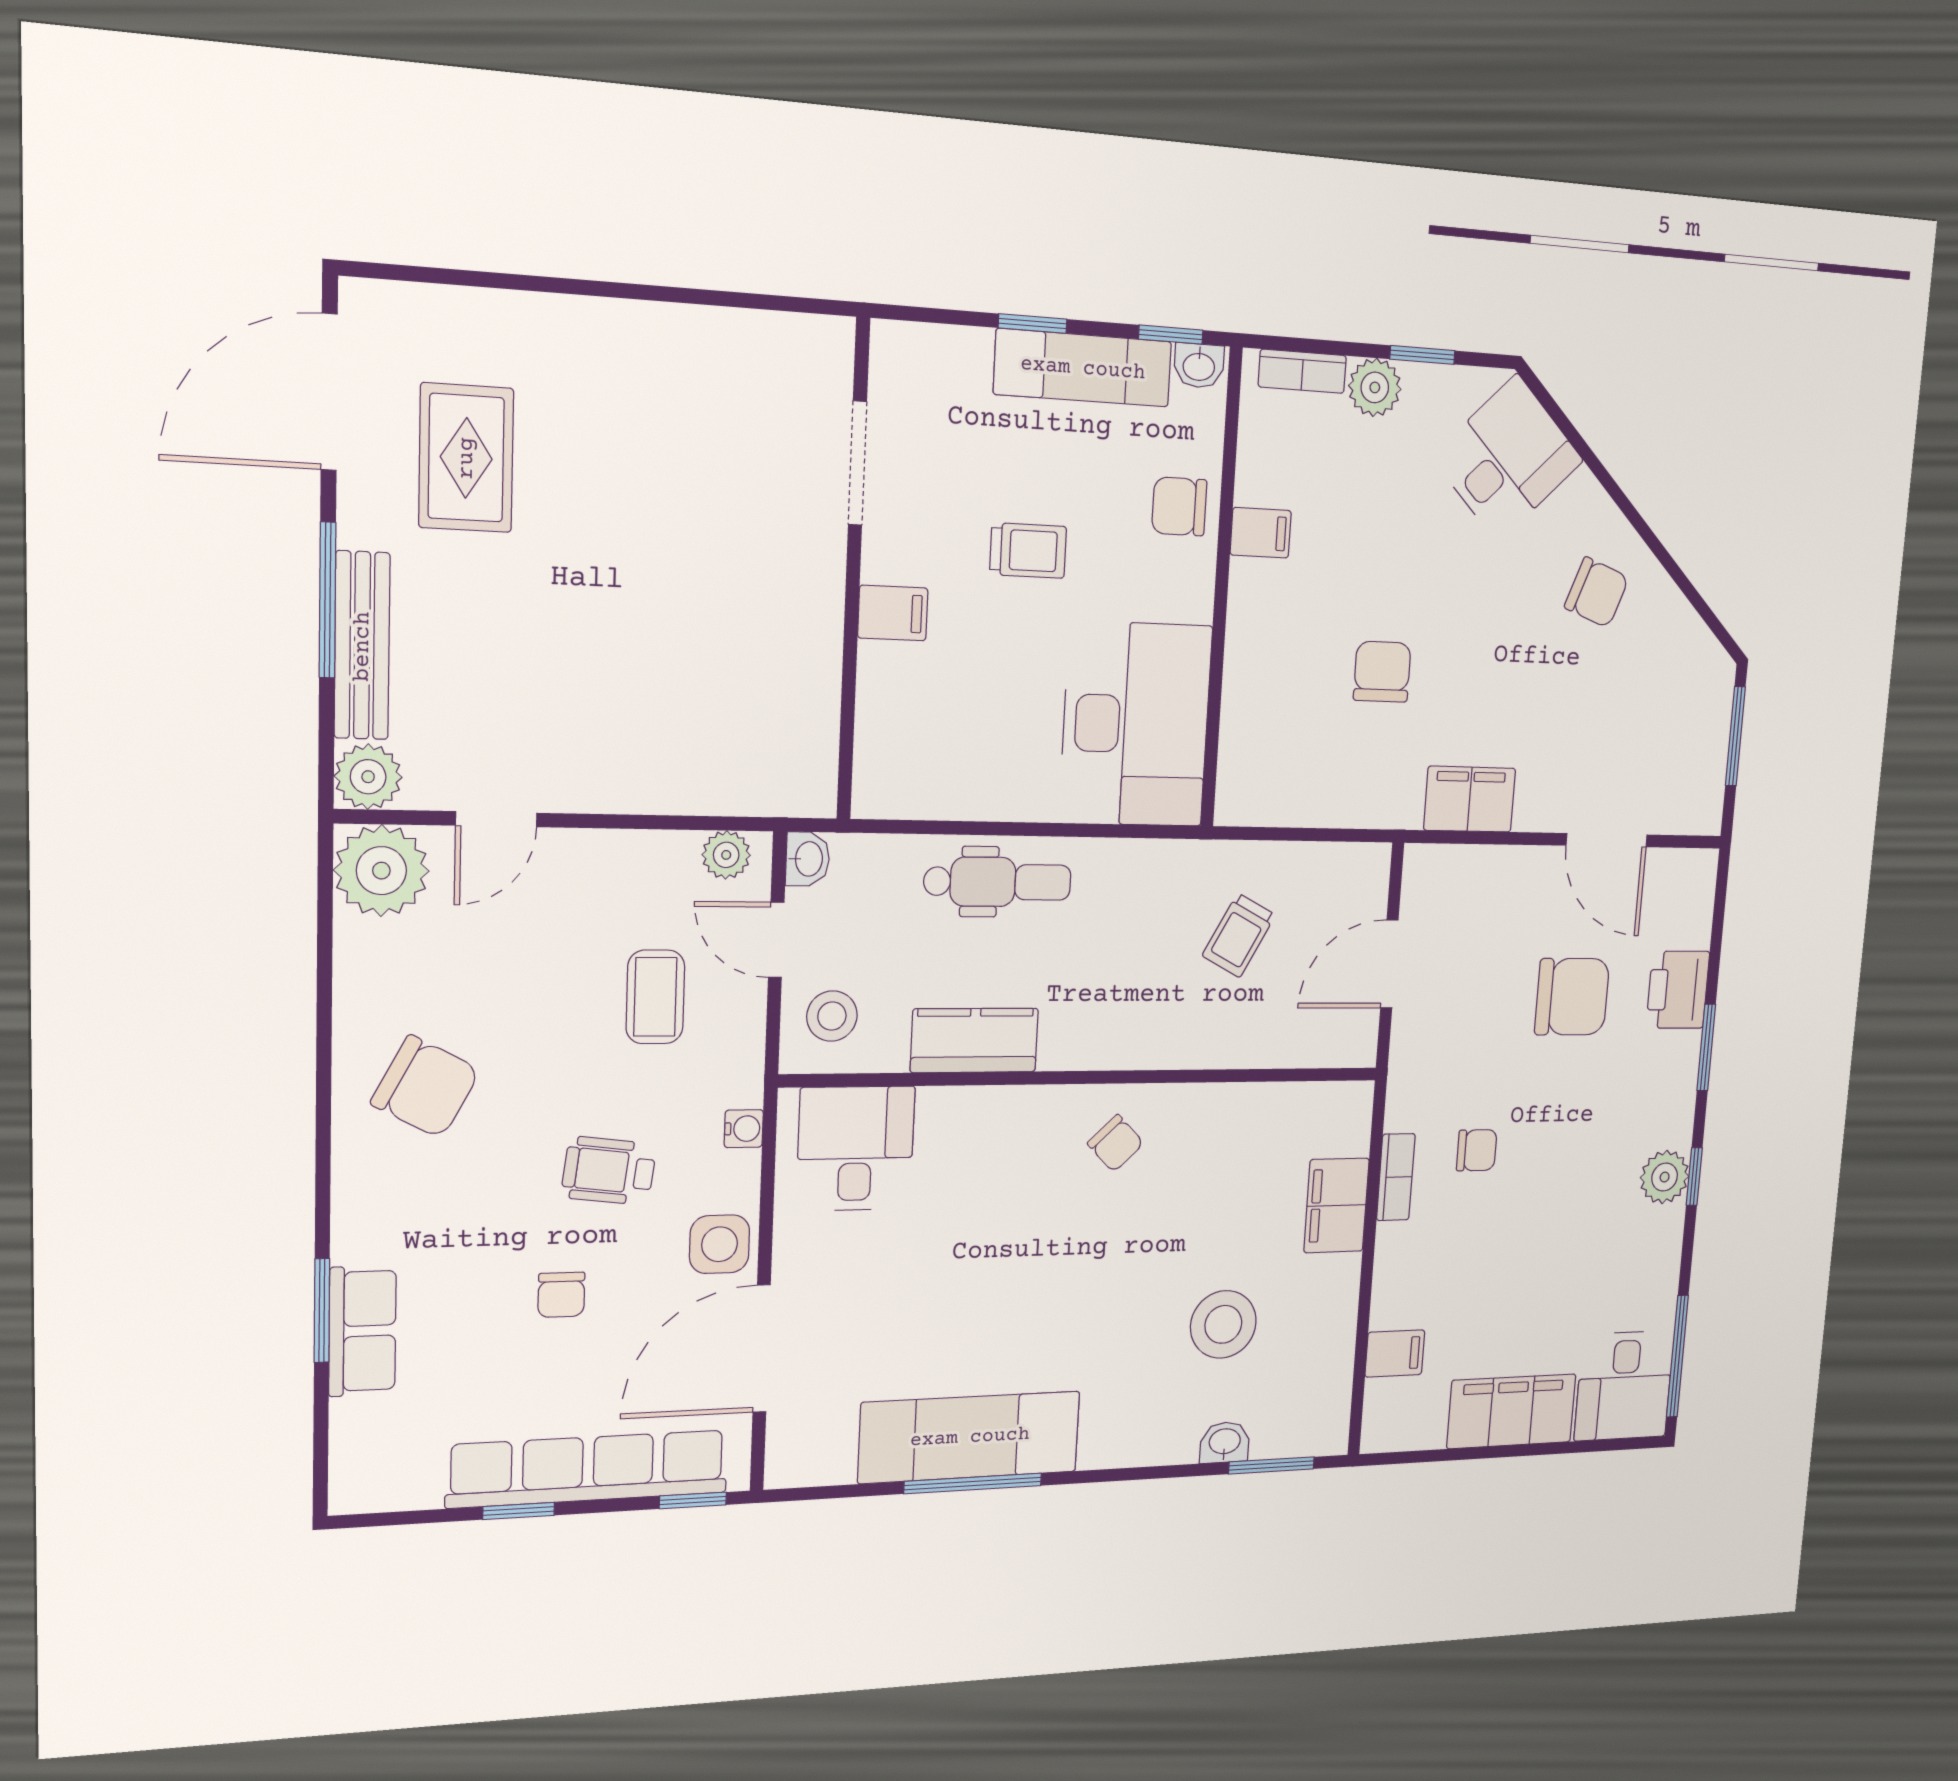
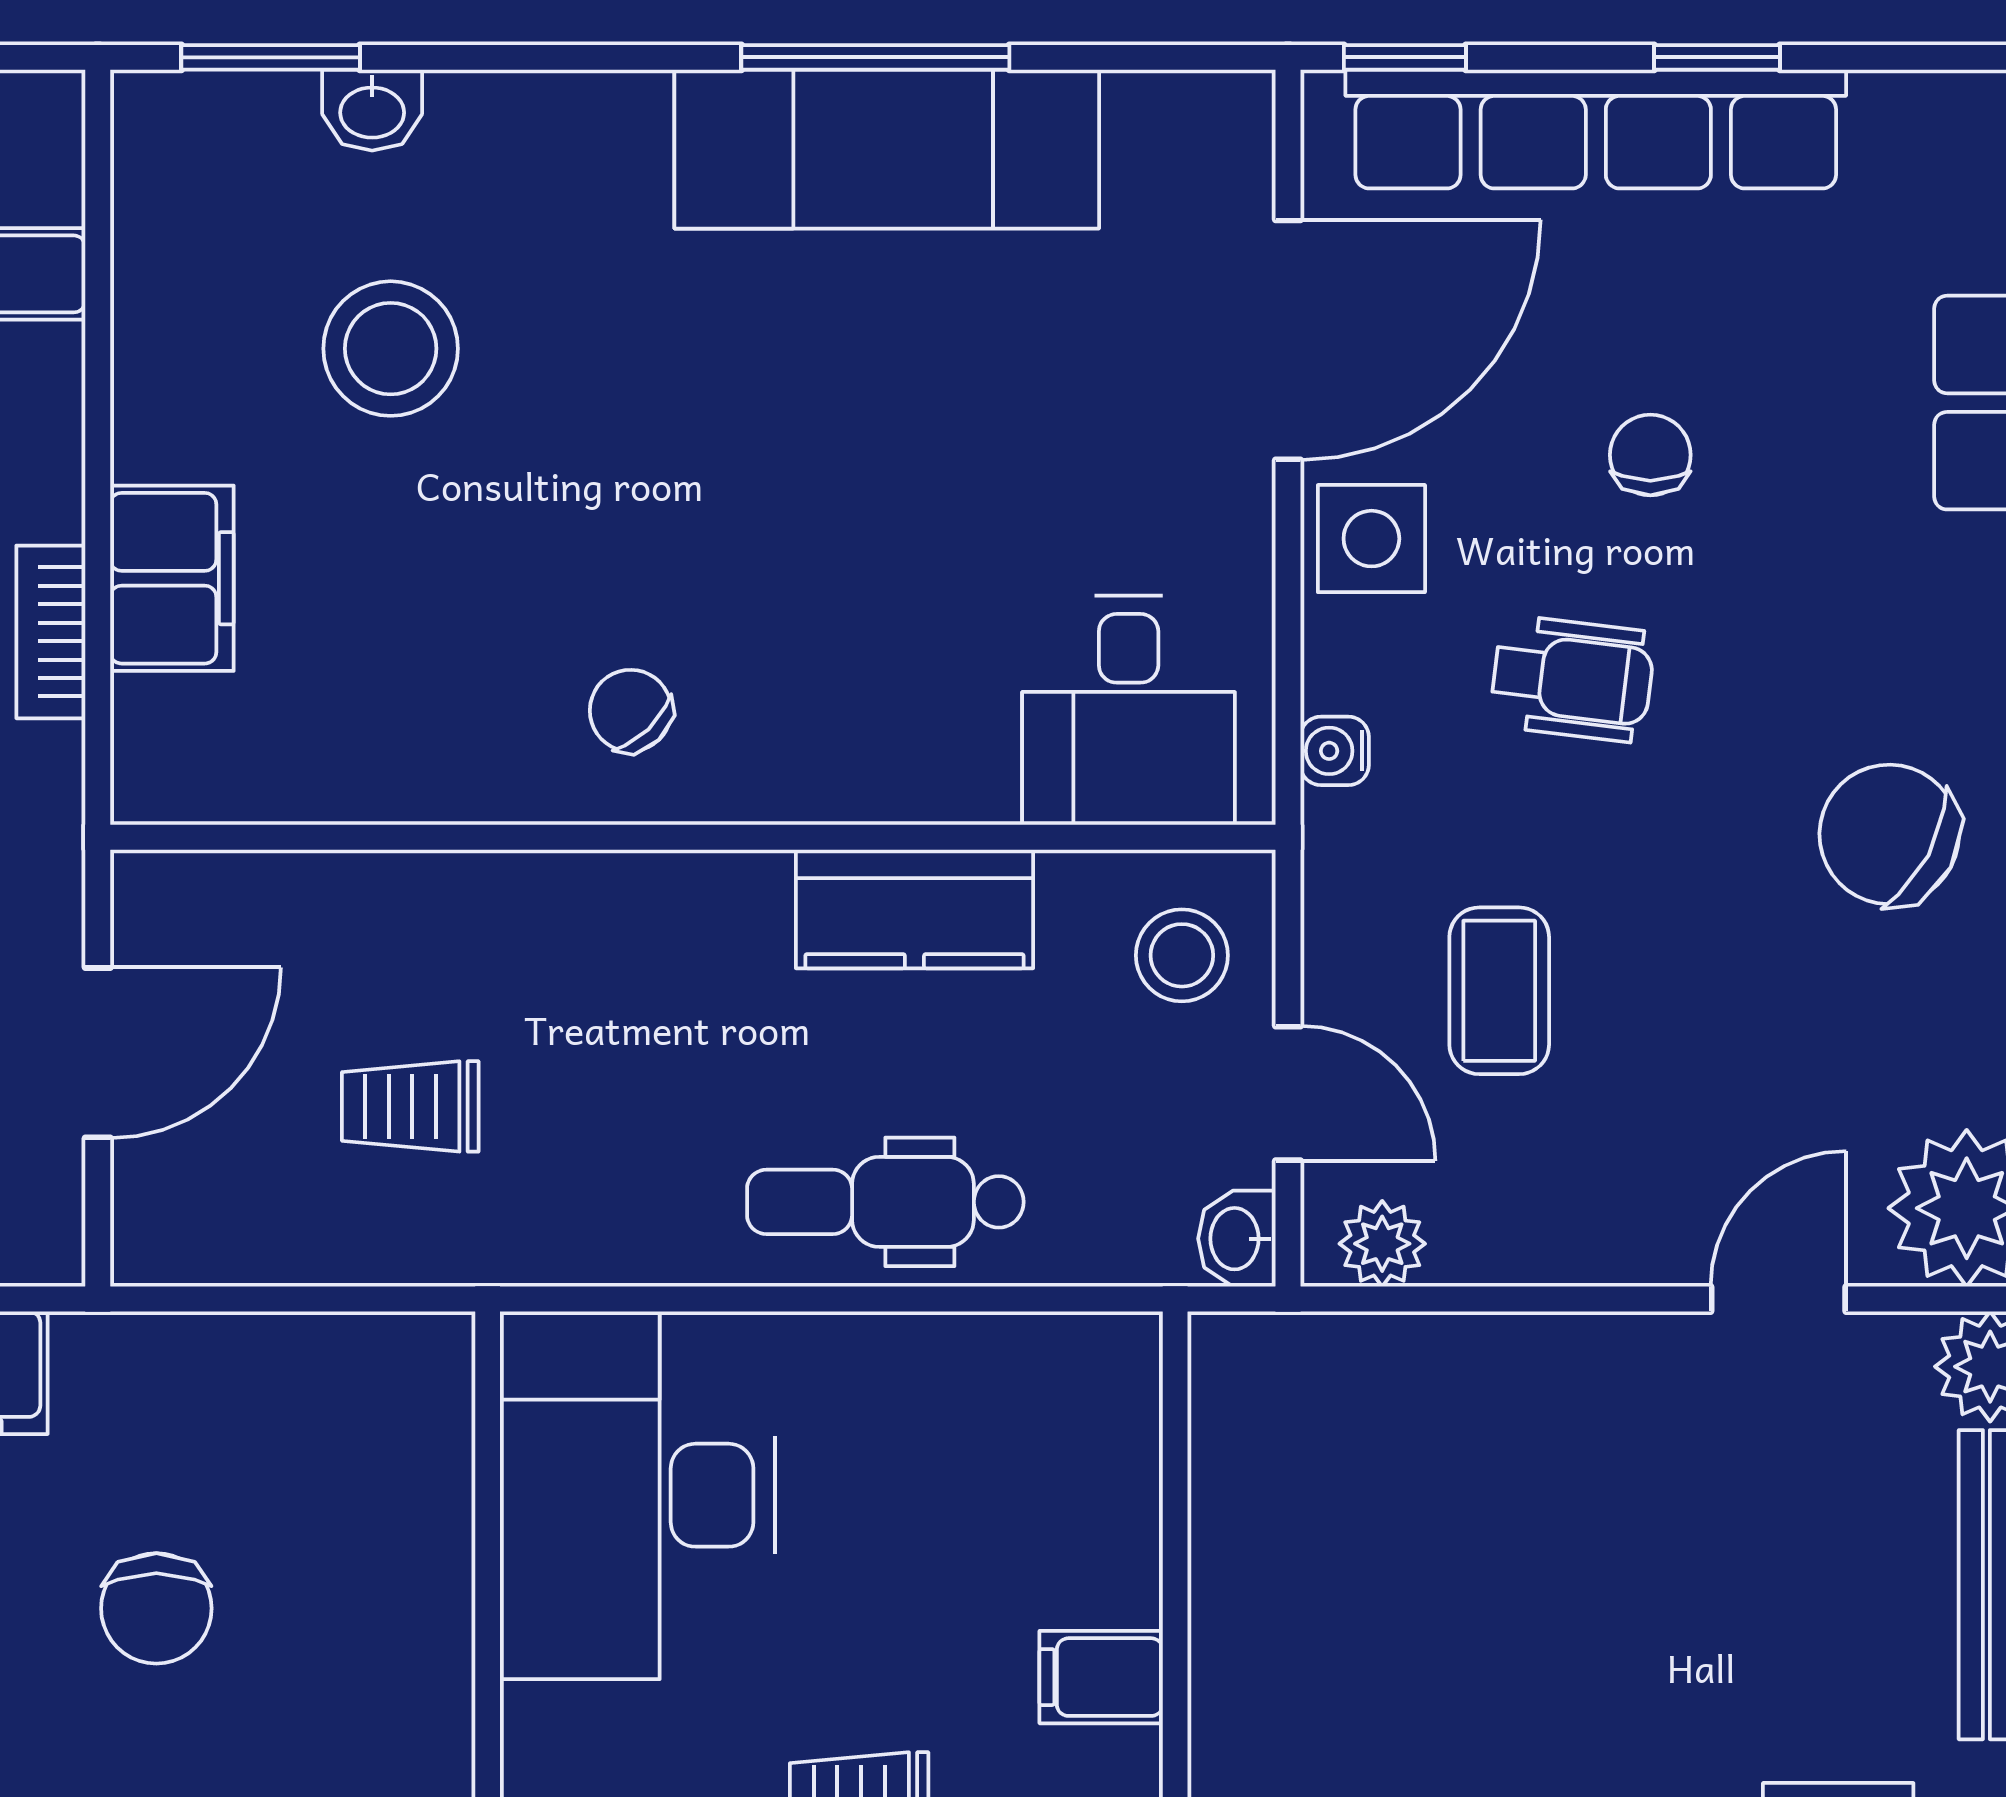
trolley: (1239, 935) -> (410, 1106), turned -118

